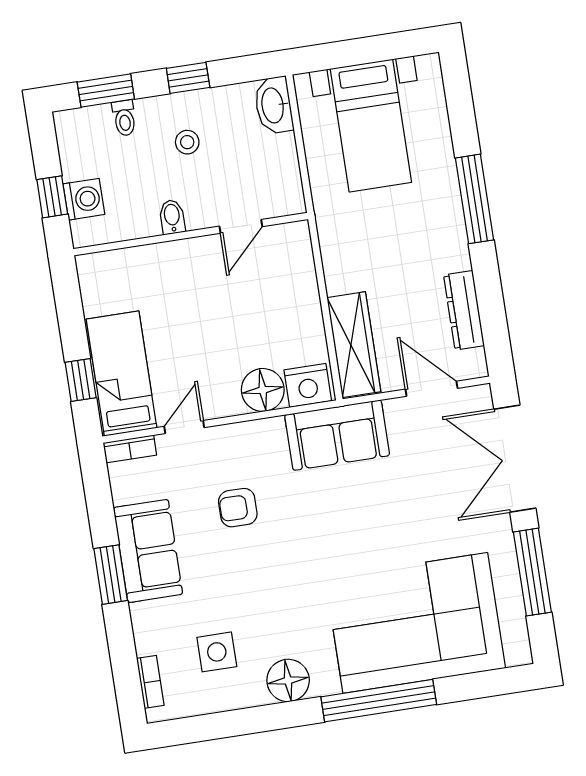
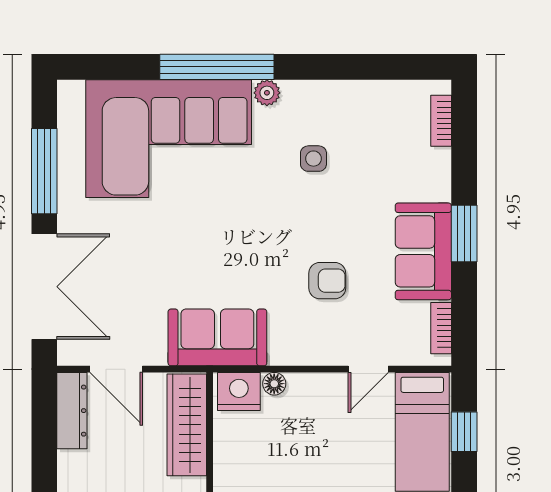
dresser: (464, 310) -> (72, 411), moved
floor lamp: (263, 390) -> (274, 384), width x0.53, depth x0.53
bookcase: (130, 449) -> (441, 328), moved, turned -90
side table: (217, 652) -> (313, 159), moved, width x0.73, depth x0.73
floor lamp: (288, 680) -> (304, 101), removed
plant: (326, 683) -> (267, 93), added

